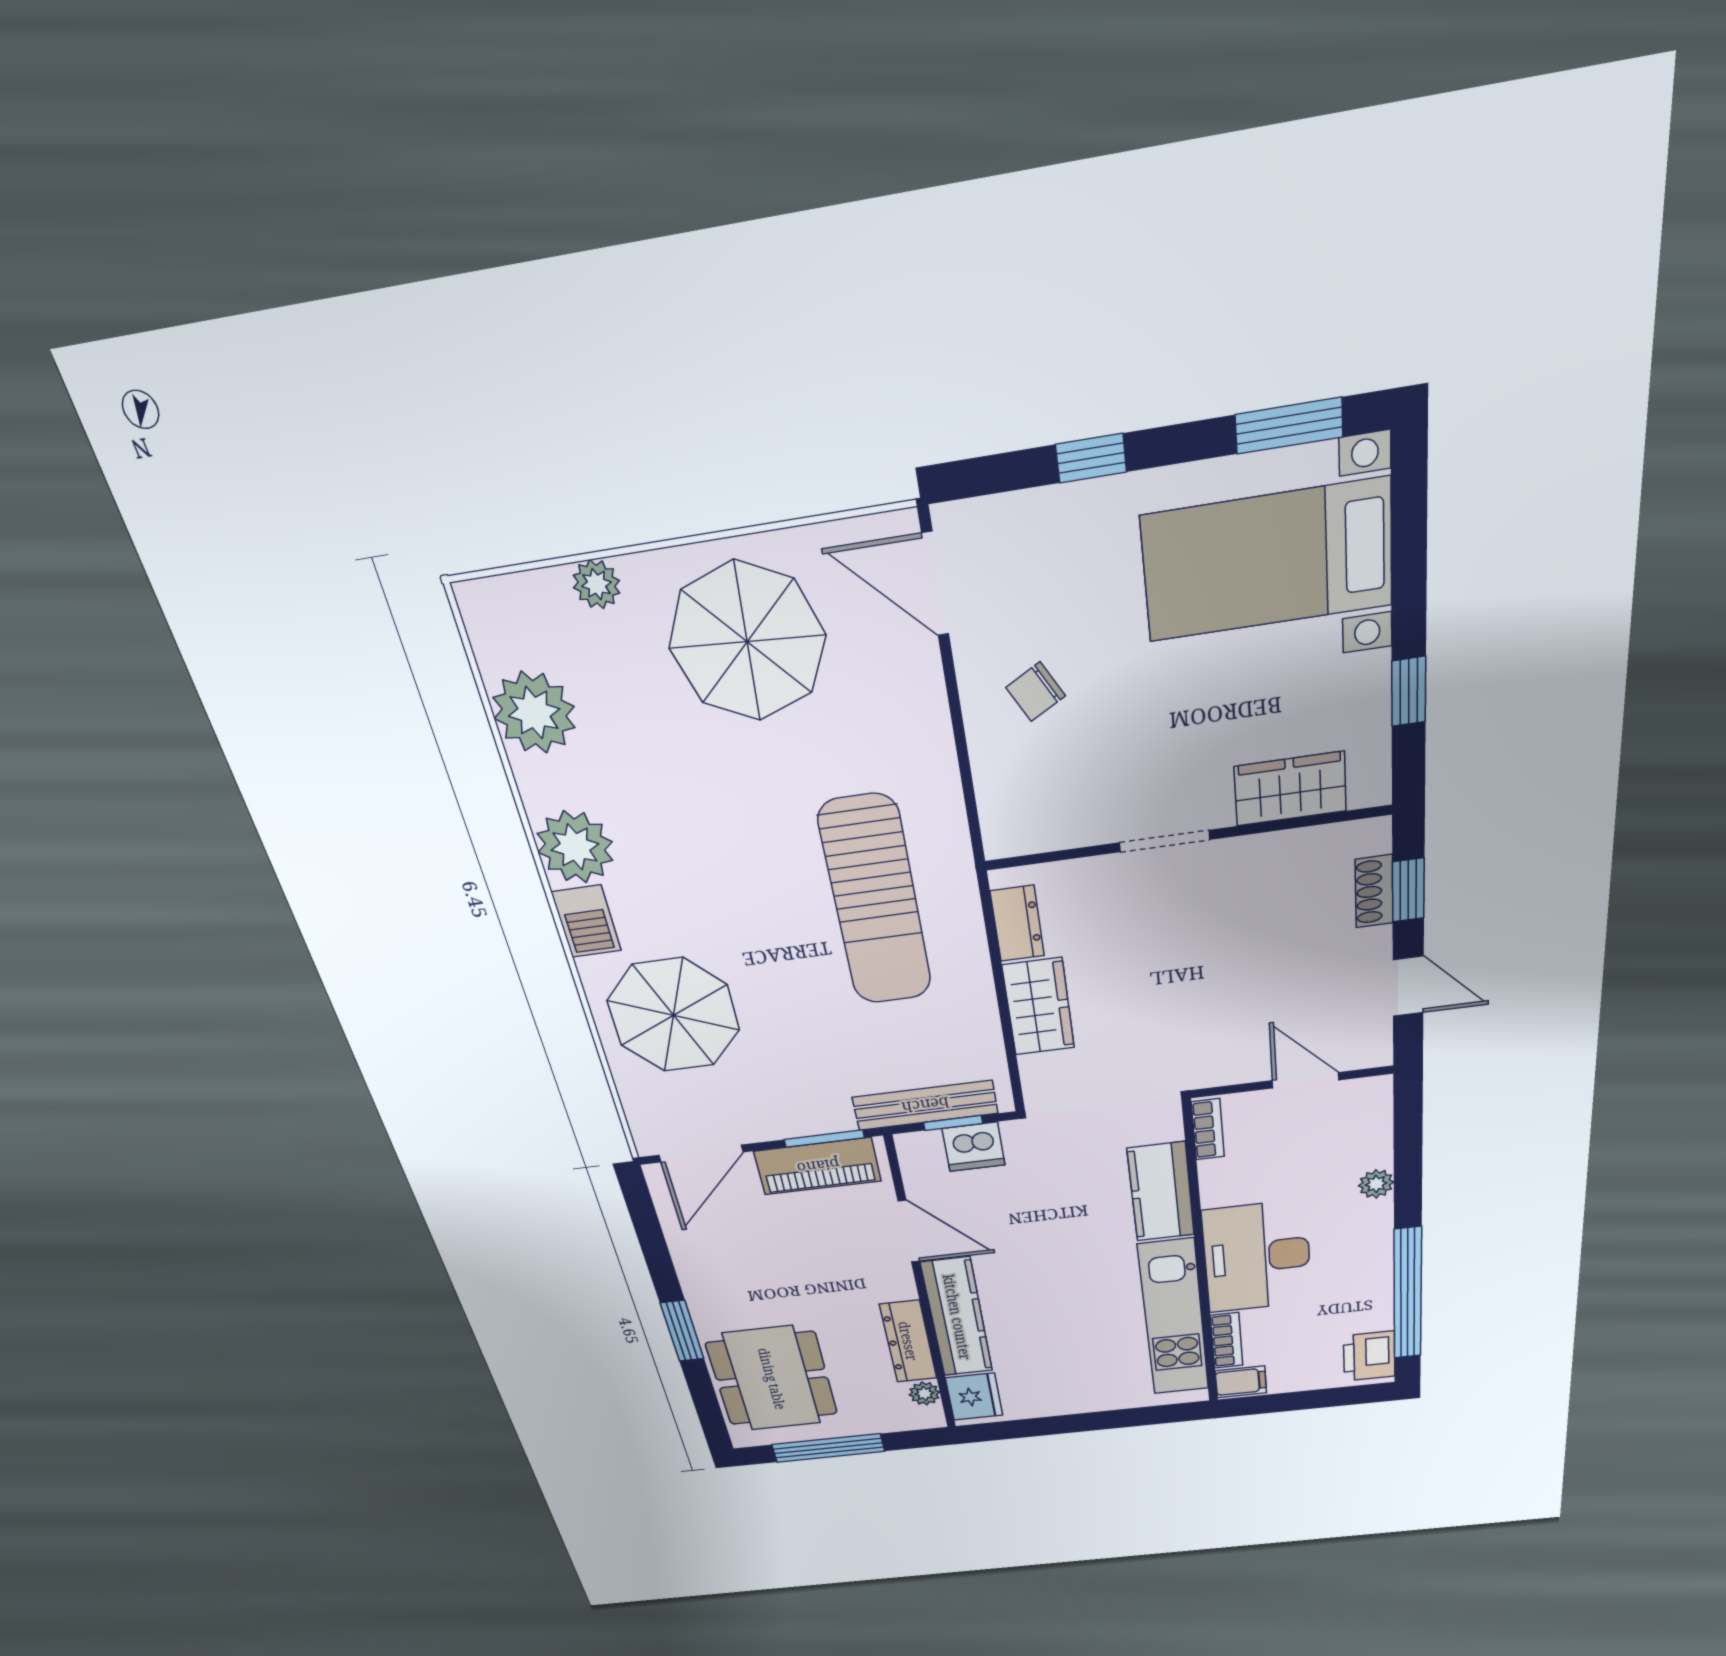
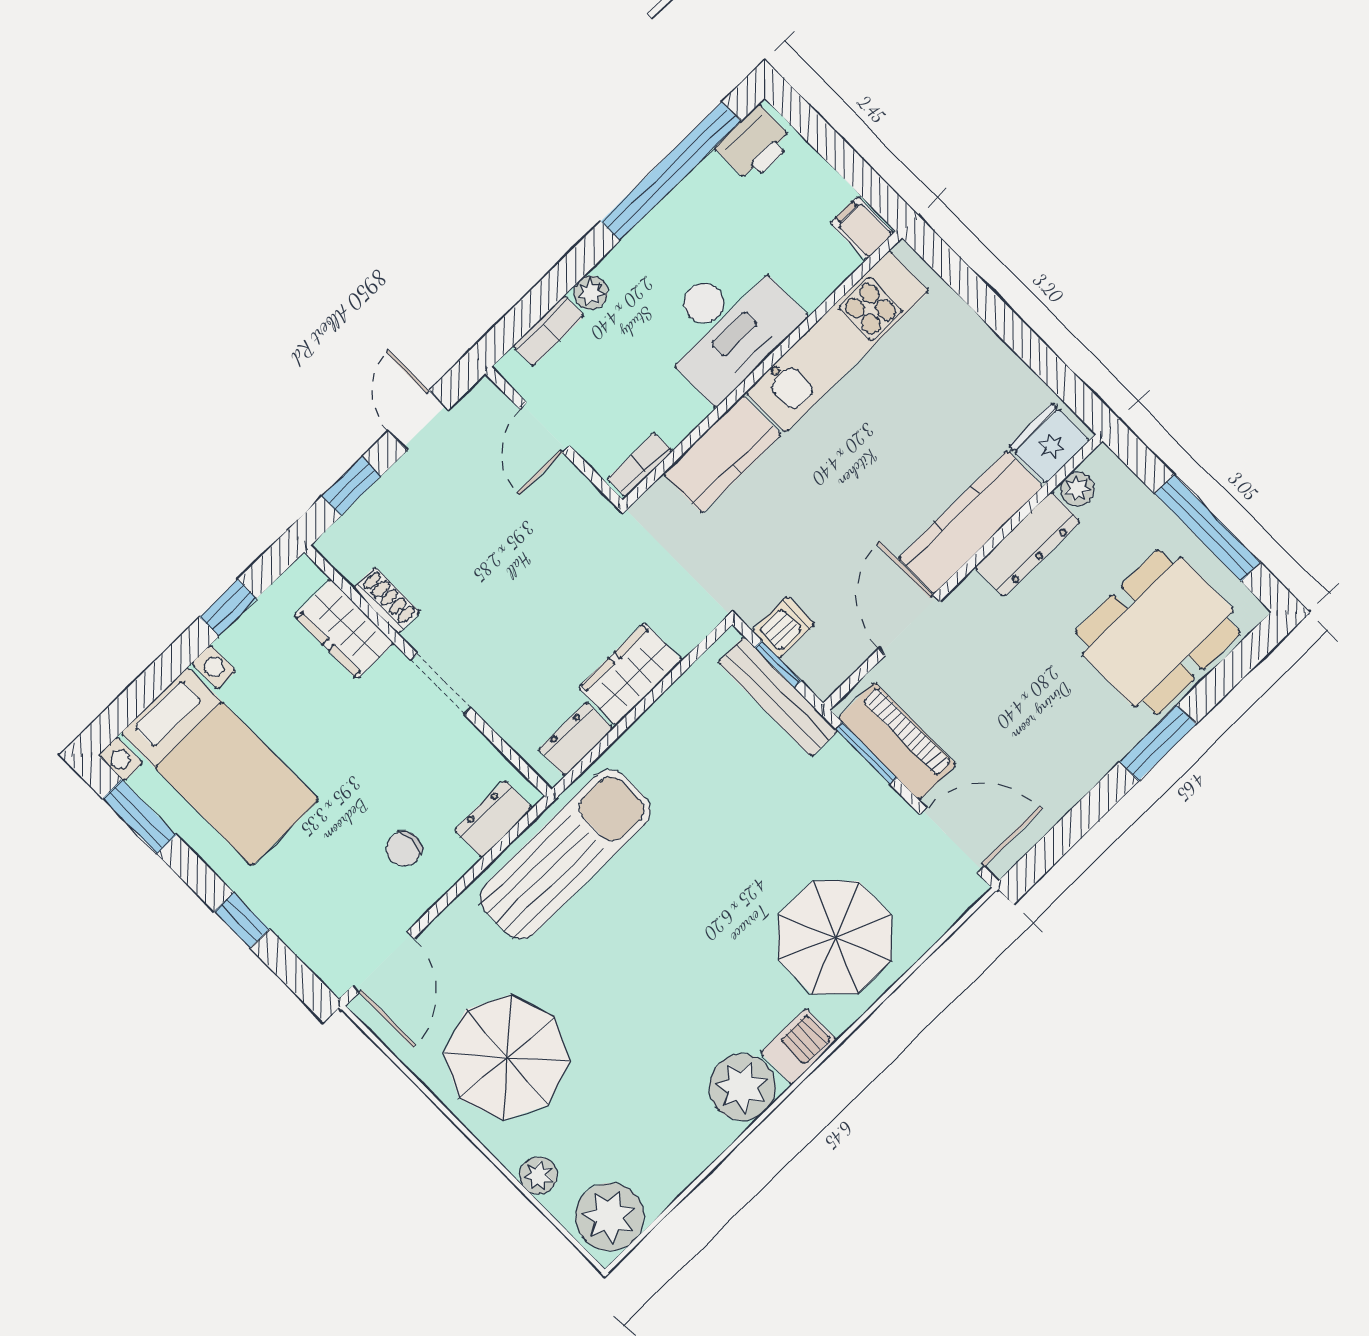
chair: (1036, 692) -> (404, 849), turned 119
plant: (534, 713) -> (610, 1217), moved
dresser: (1000, 799) -> (494, 819), added
shoe rack: (1374, 891) -> (386, 600), moved, turned -90
sun lounger: (876, 902) -> (565, 854), moved
dishwasher: (973, 1147) -> (783, 627), width x0.73
bookcase: (1227, 1340) -> (549, 331), moved, turned 180

